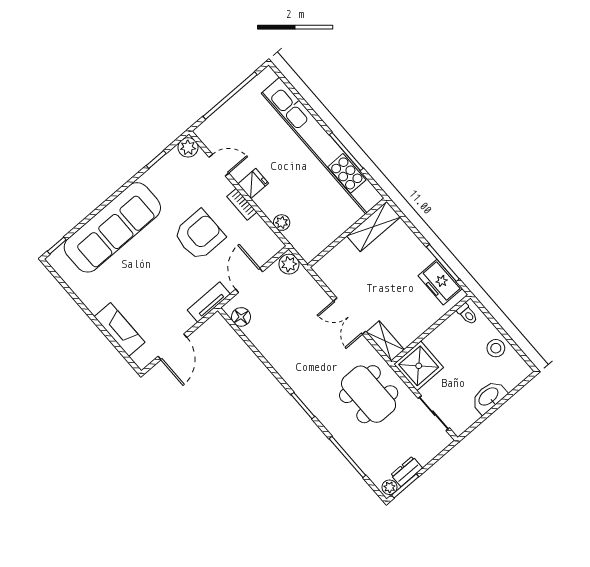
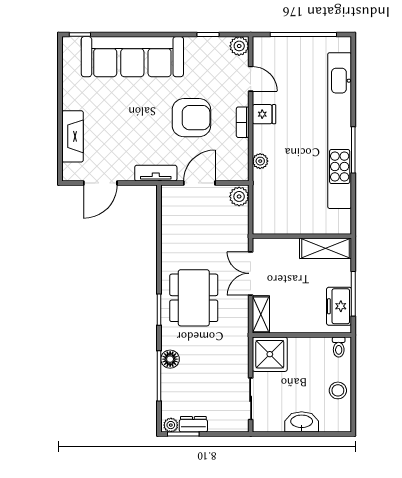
shelving: (374, 226) -> (326, 248), moved
wall: (347, 233) -> (302, 236), moved
floor lamp: (241, 317) -> (170, 359), moved
dining table: (369, 394) -> (194, 298), moved

